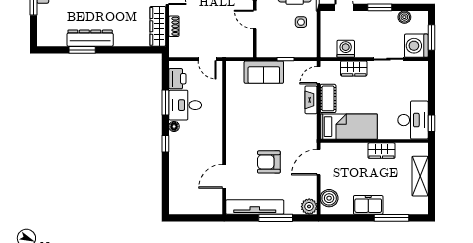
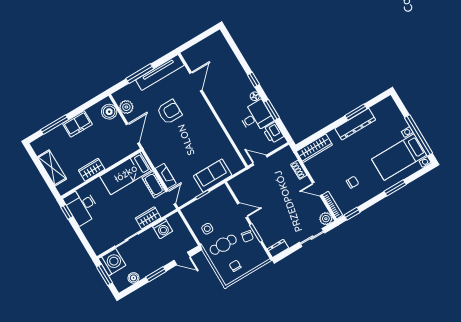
wardrobe: (158, 26) -> (314, 148), moved, turned 90
plant: (309, 207) -> (126, 107), moved

